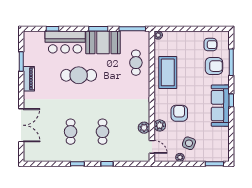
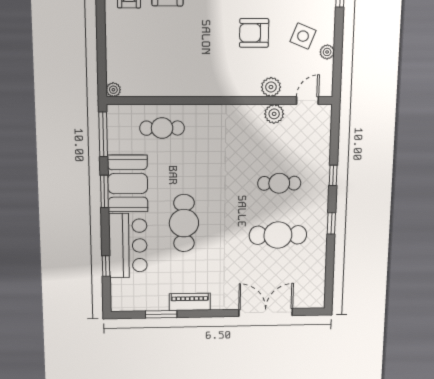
coffee table: (168, 72) -> (179, 73), removed
armchair: (179, 113) -> (254, 33), moved
cafe table: (71, 132) -> (278, 235), width x1.37, depth x1.35

